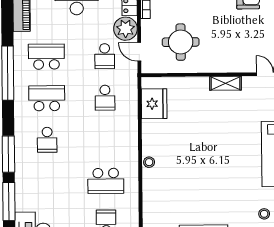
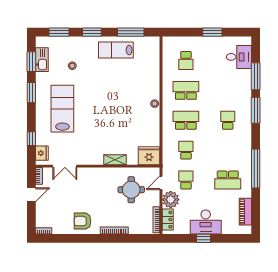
door: (139, 52) -> (161, 183), swing flipped
shelving: (225, 83) -> (115, 160), moved
school desk: (47, 98) -> (186, 120), moved, turned 180
fridge: (154, 104) -> (149, 156), moved, turned 90

